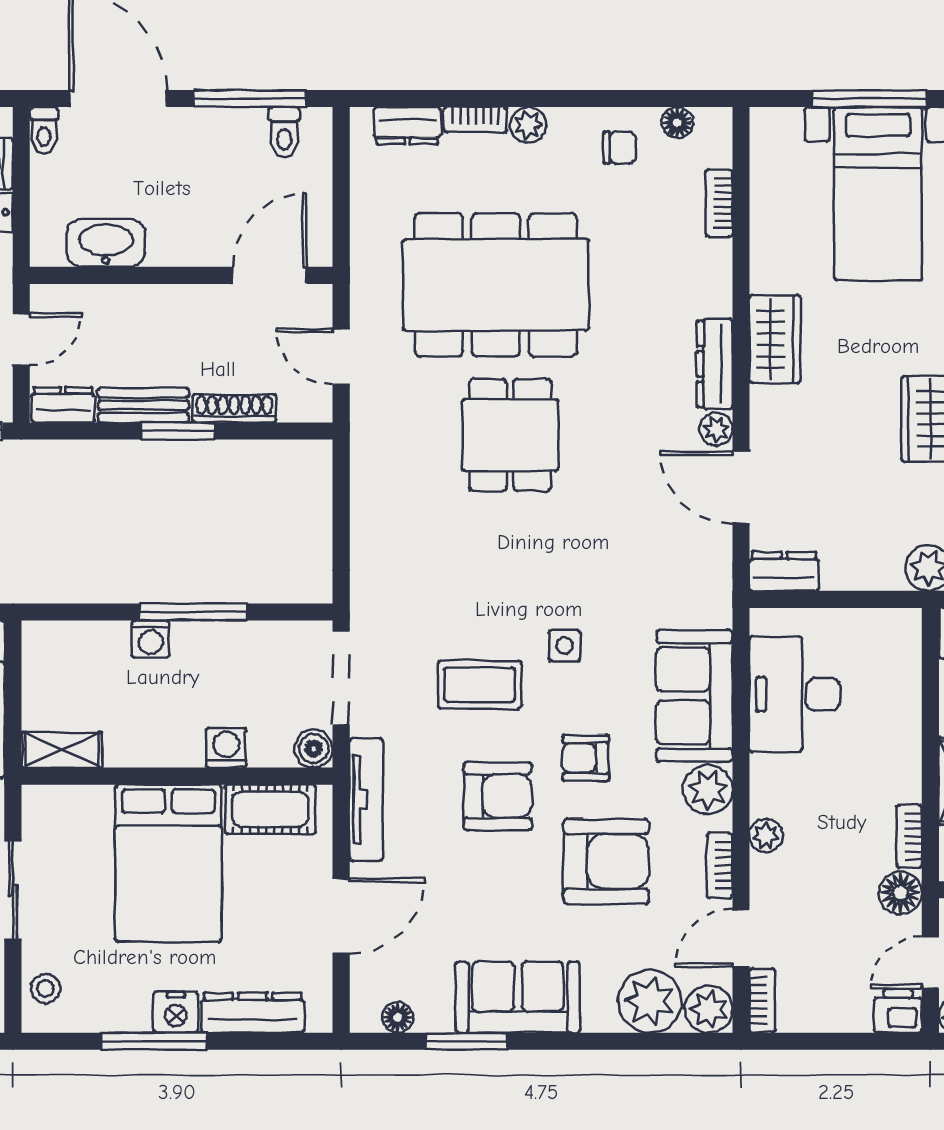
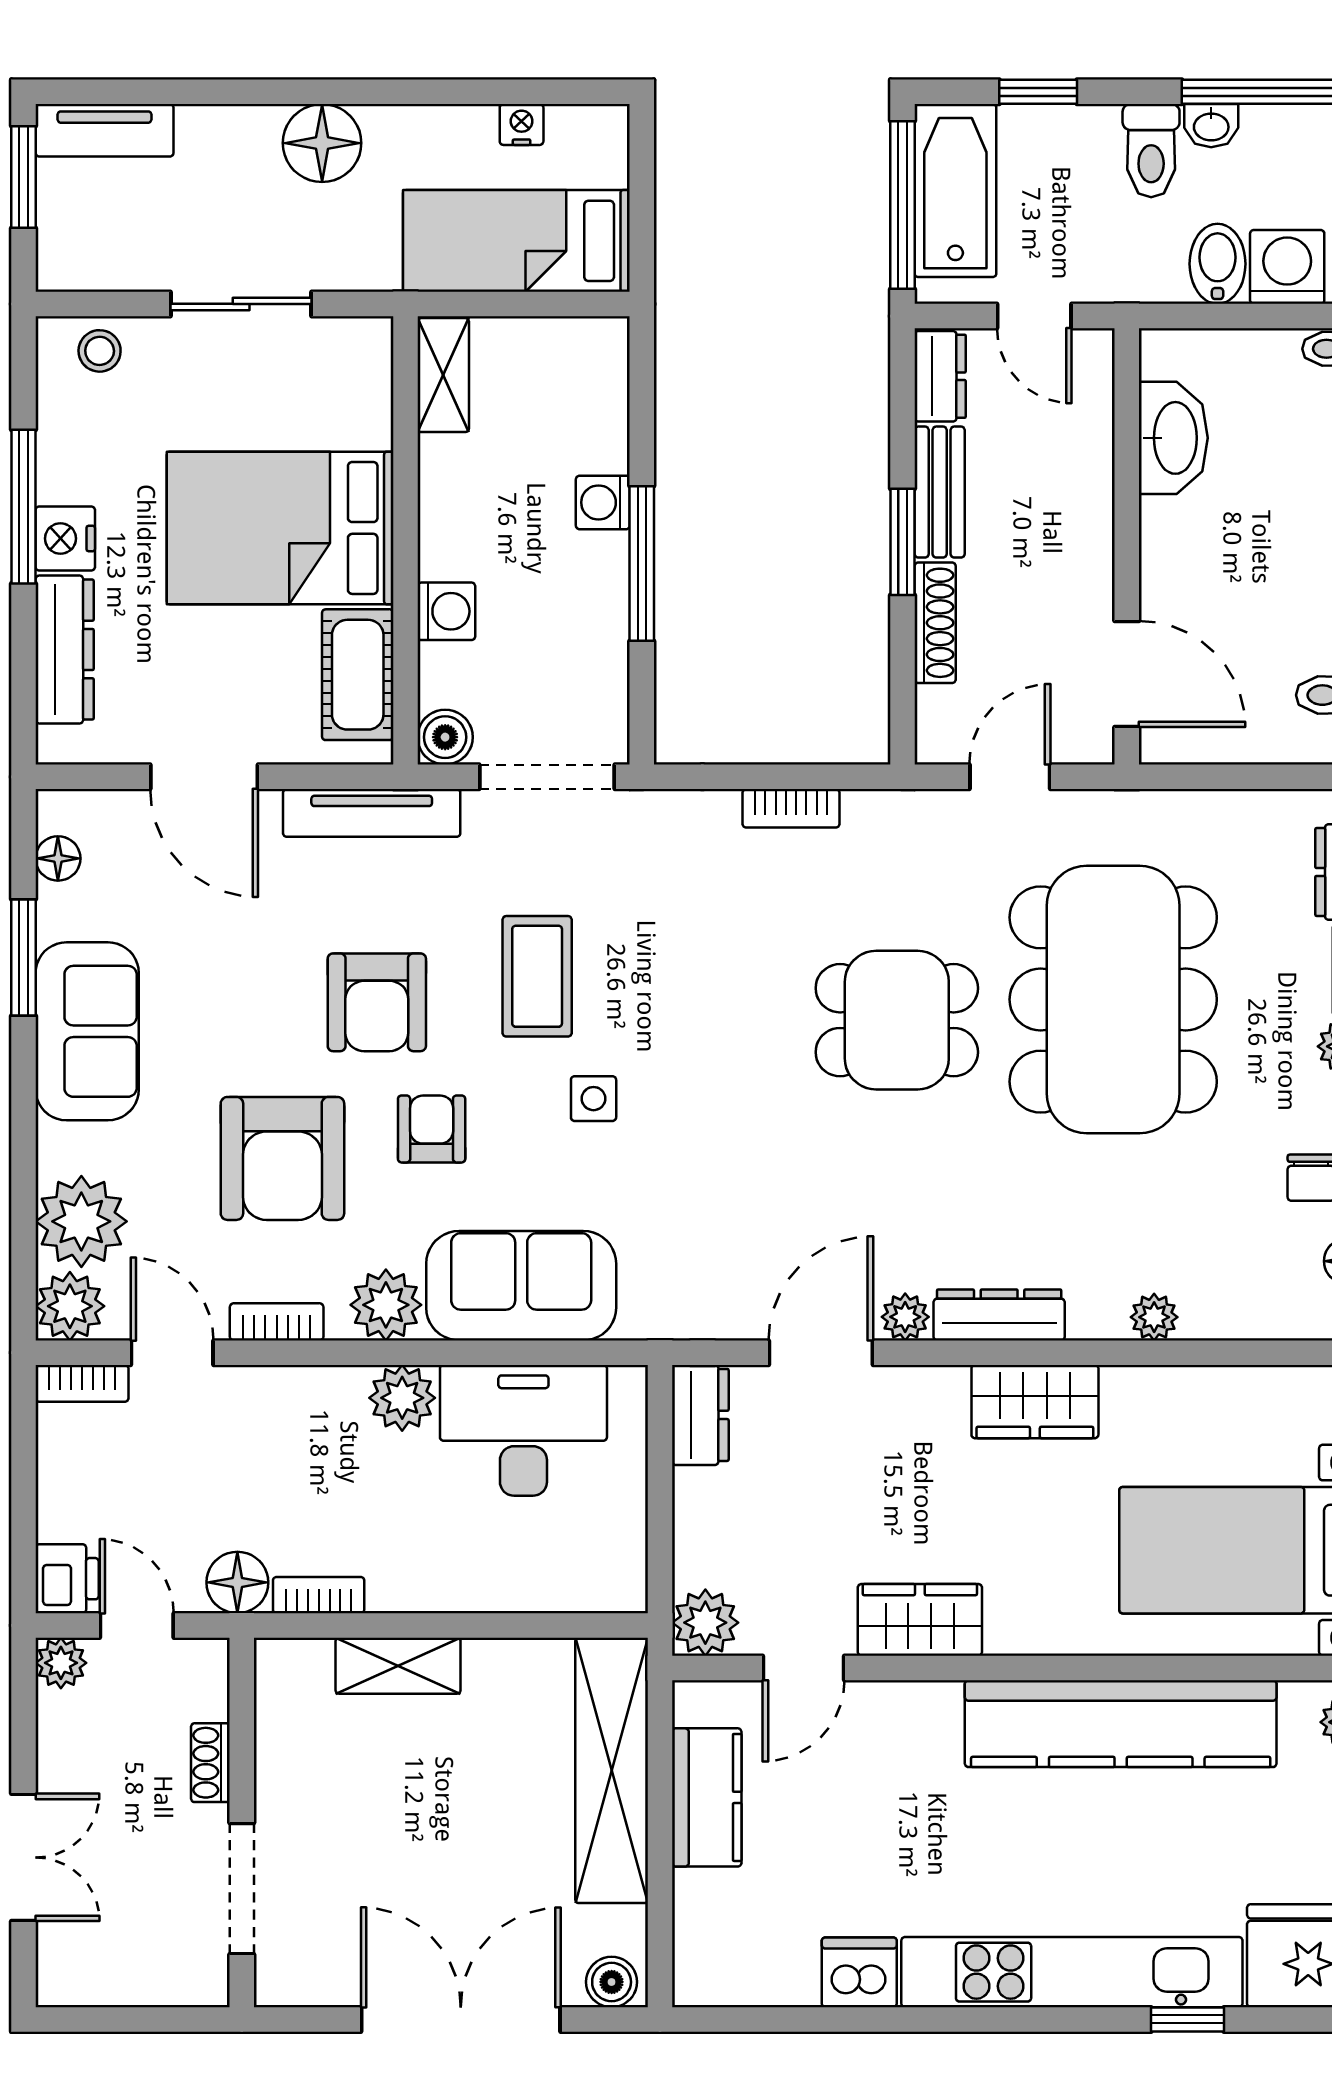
bookcase: (719, 203) -> (791, 808), moved, turned 180
plant: (716, 256) -> (1154, 1317), added
plant: (766, 836) -> (402, 1398), moved, width x1.38, depth x1.38

